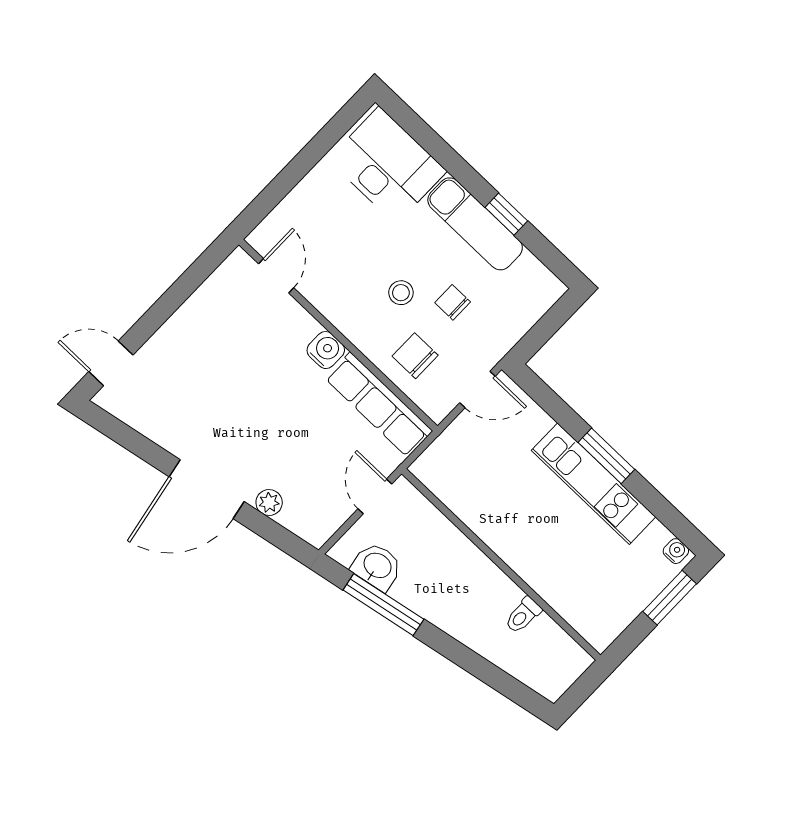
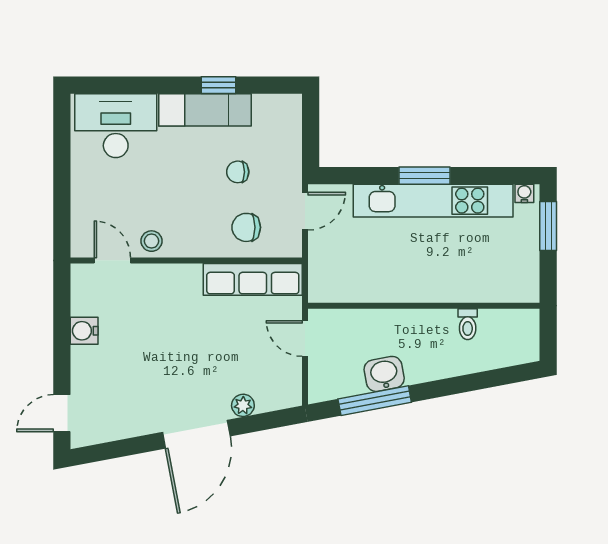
stool: (401, 293) -> (151, 241), moved
water cooler: (326, 350) -> (84, 331), moved, turned -90
kitchen unit: (594, 484) -> (433, 201), width x1.36
washbasin: (377, 566) -> (384, 374), moved

